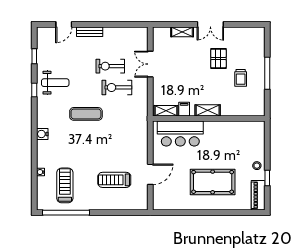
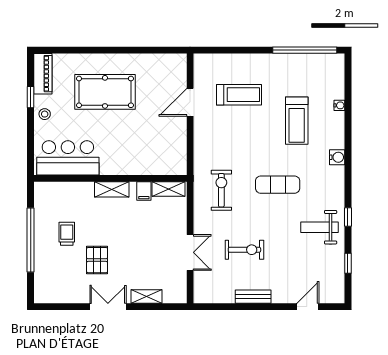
bench: (90, 32) -> (253, 297), moved
window: (267, 73) -> (31, 240), width x1.46
exercise bike: (117, 87) -> (221, 190), moved, turned -90
bar counter: (180, 134) -> (68, 158), moved
treadmill: (65, 185) -> (297, 121), moved

